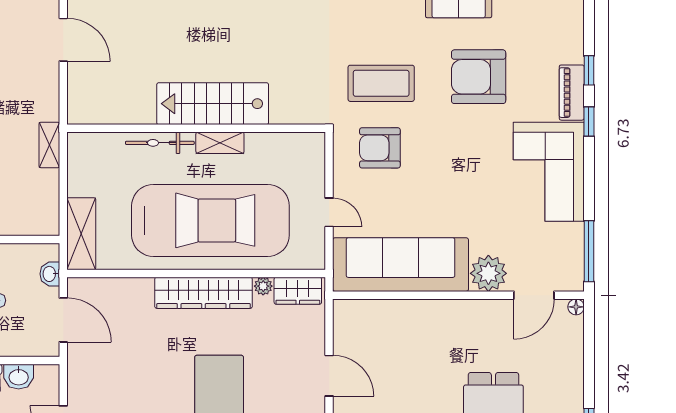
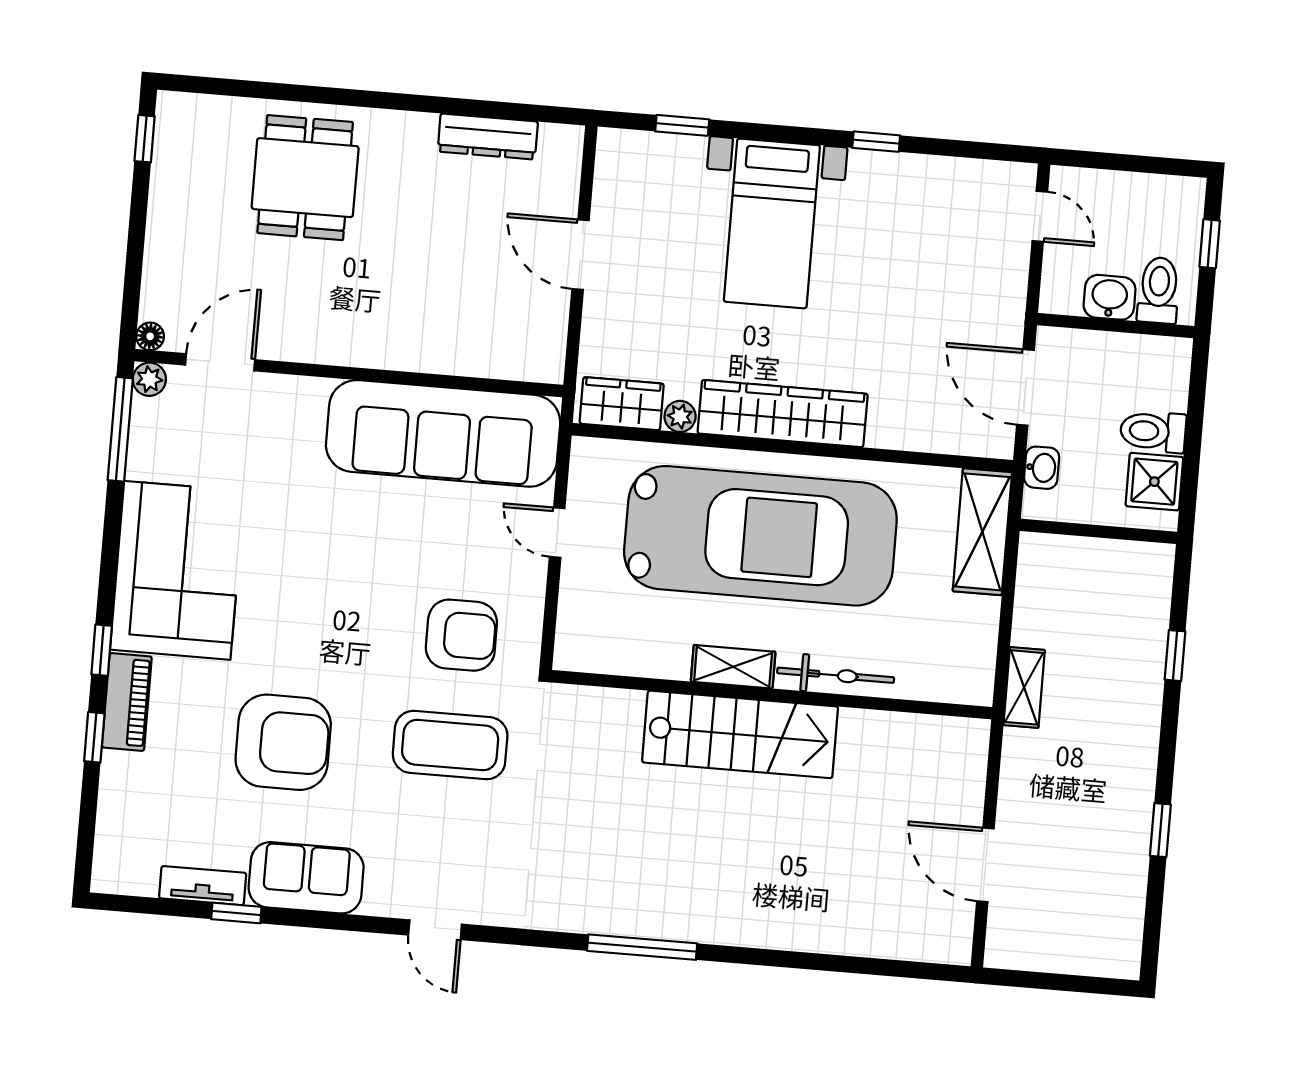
car: (210, 220) -> (760, 536), turned 180
plant: (488, 273) -> (149, 379), moved, width x0.53, depth x0.53

